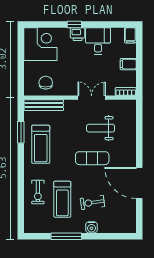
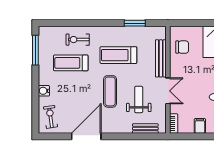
bench: (44, 105) -> (161, 58), moved
bench: (131, 121) -> (145, 129), added
treadmill: (41, 144) -> (118, 55), moved
exercise bike: (92, 203) -> (50, 117), moved
window: (66, 236) -> (35, 50), moved

